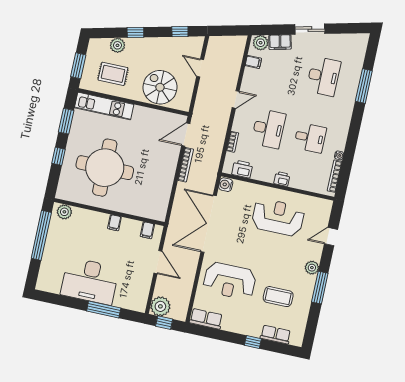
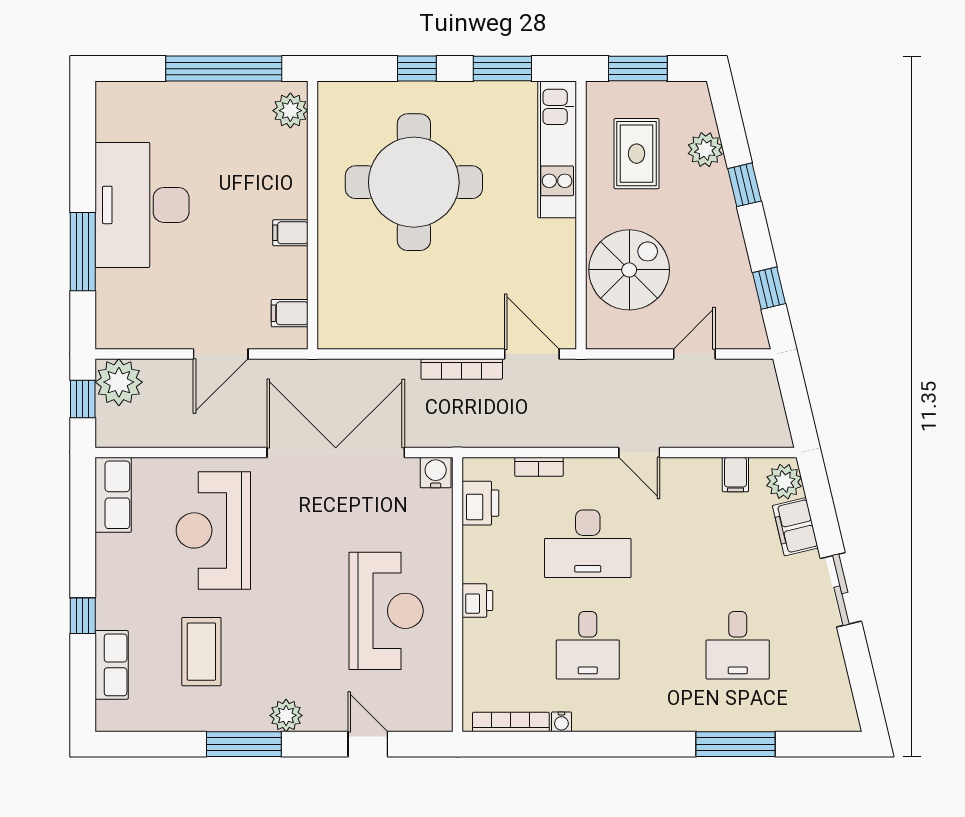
desk: (323, 76) -> (738, 645), width x0.73

